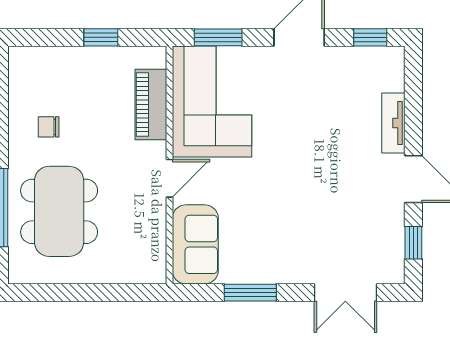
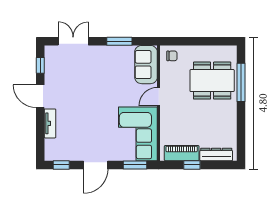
dresser: (51, 59) -> (216, 154), added
piano: (151, 105) -> (182, 153), moved, turned -90
chair: (49, 127) -> (172, 56), moved
dining table: (59, 211) -> (212, 81), turned 90

